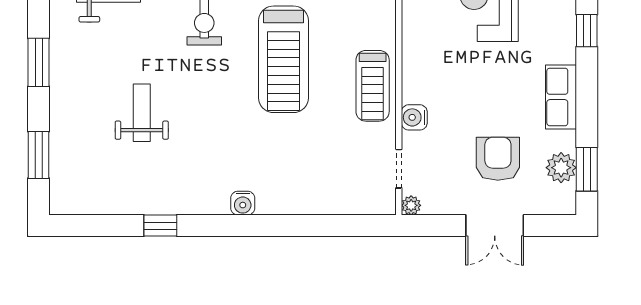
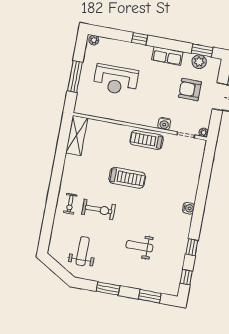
treadmill: (284, 59) -> (127, 178), width x0.73, depth x0.73
treadmill: (373, 86) -> (147, 140), turned 180
window: (94, 226) -> (186, 277), added

